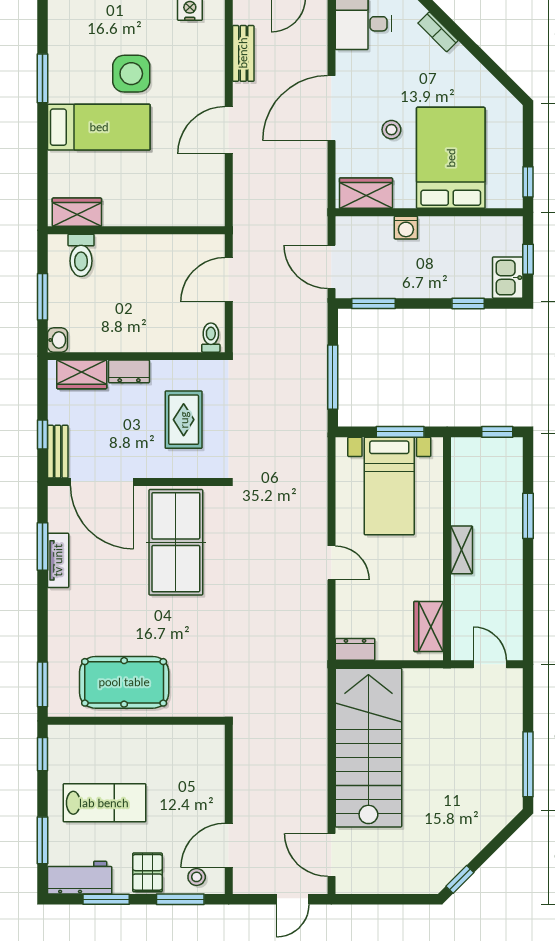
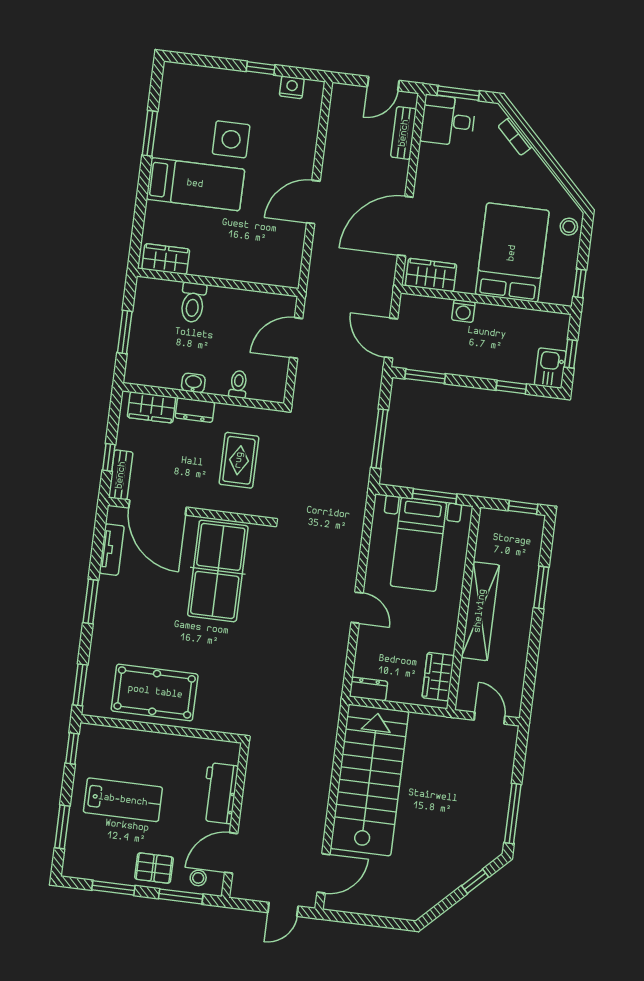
bench: (243, 53) -> (404, 133), moved
door: (331, 108) -> (405, 226), moved
stool: (391, 130) -> (569, 227), moved
toilet: (81, 255) -> (193, 302), moved
toilet: (211, 338) -> (238, 384), moved
washbasin: (58, 340) -> (193, 383), moved, turned -90
window: (42, 547) -> (91, 602), moved
shelving: (462, 550) -> (480, 611), width x2.20, depth x1.33
tv unit: (58, 560) -> (112, 550), moved
door: (331, 855) -> (323, 873), swing flipped
pallet: (147, 872) -> (154, 868), turned 90
workbench: (80, 878) -> (220, 793), moved, turned -90
window: (460, 879) -> (475, 881), moved

